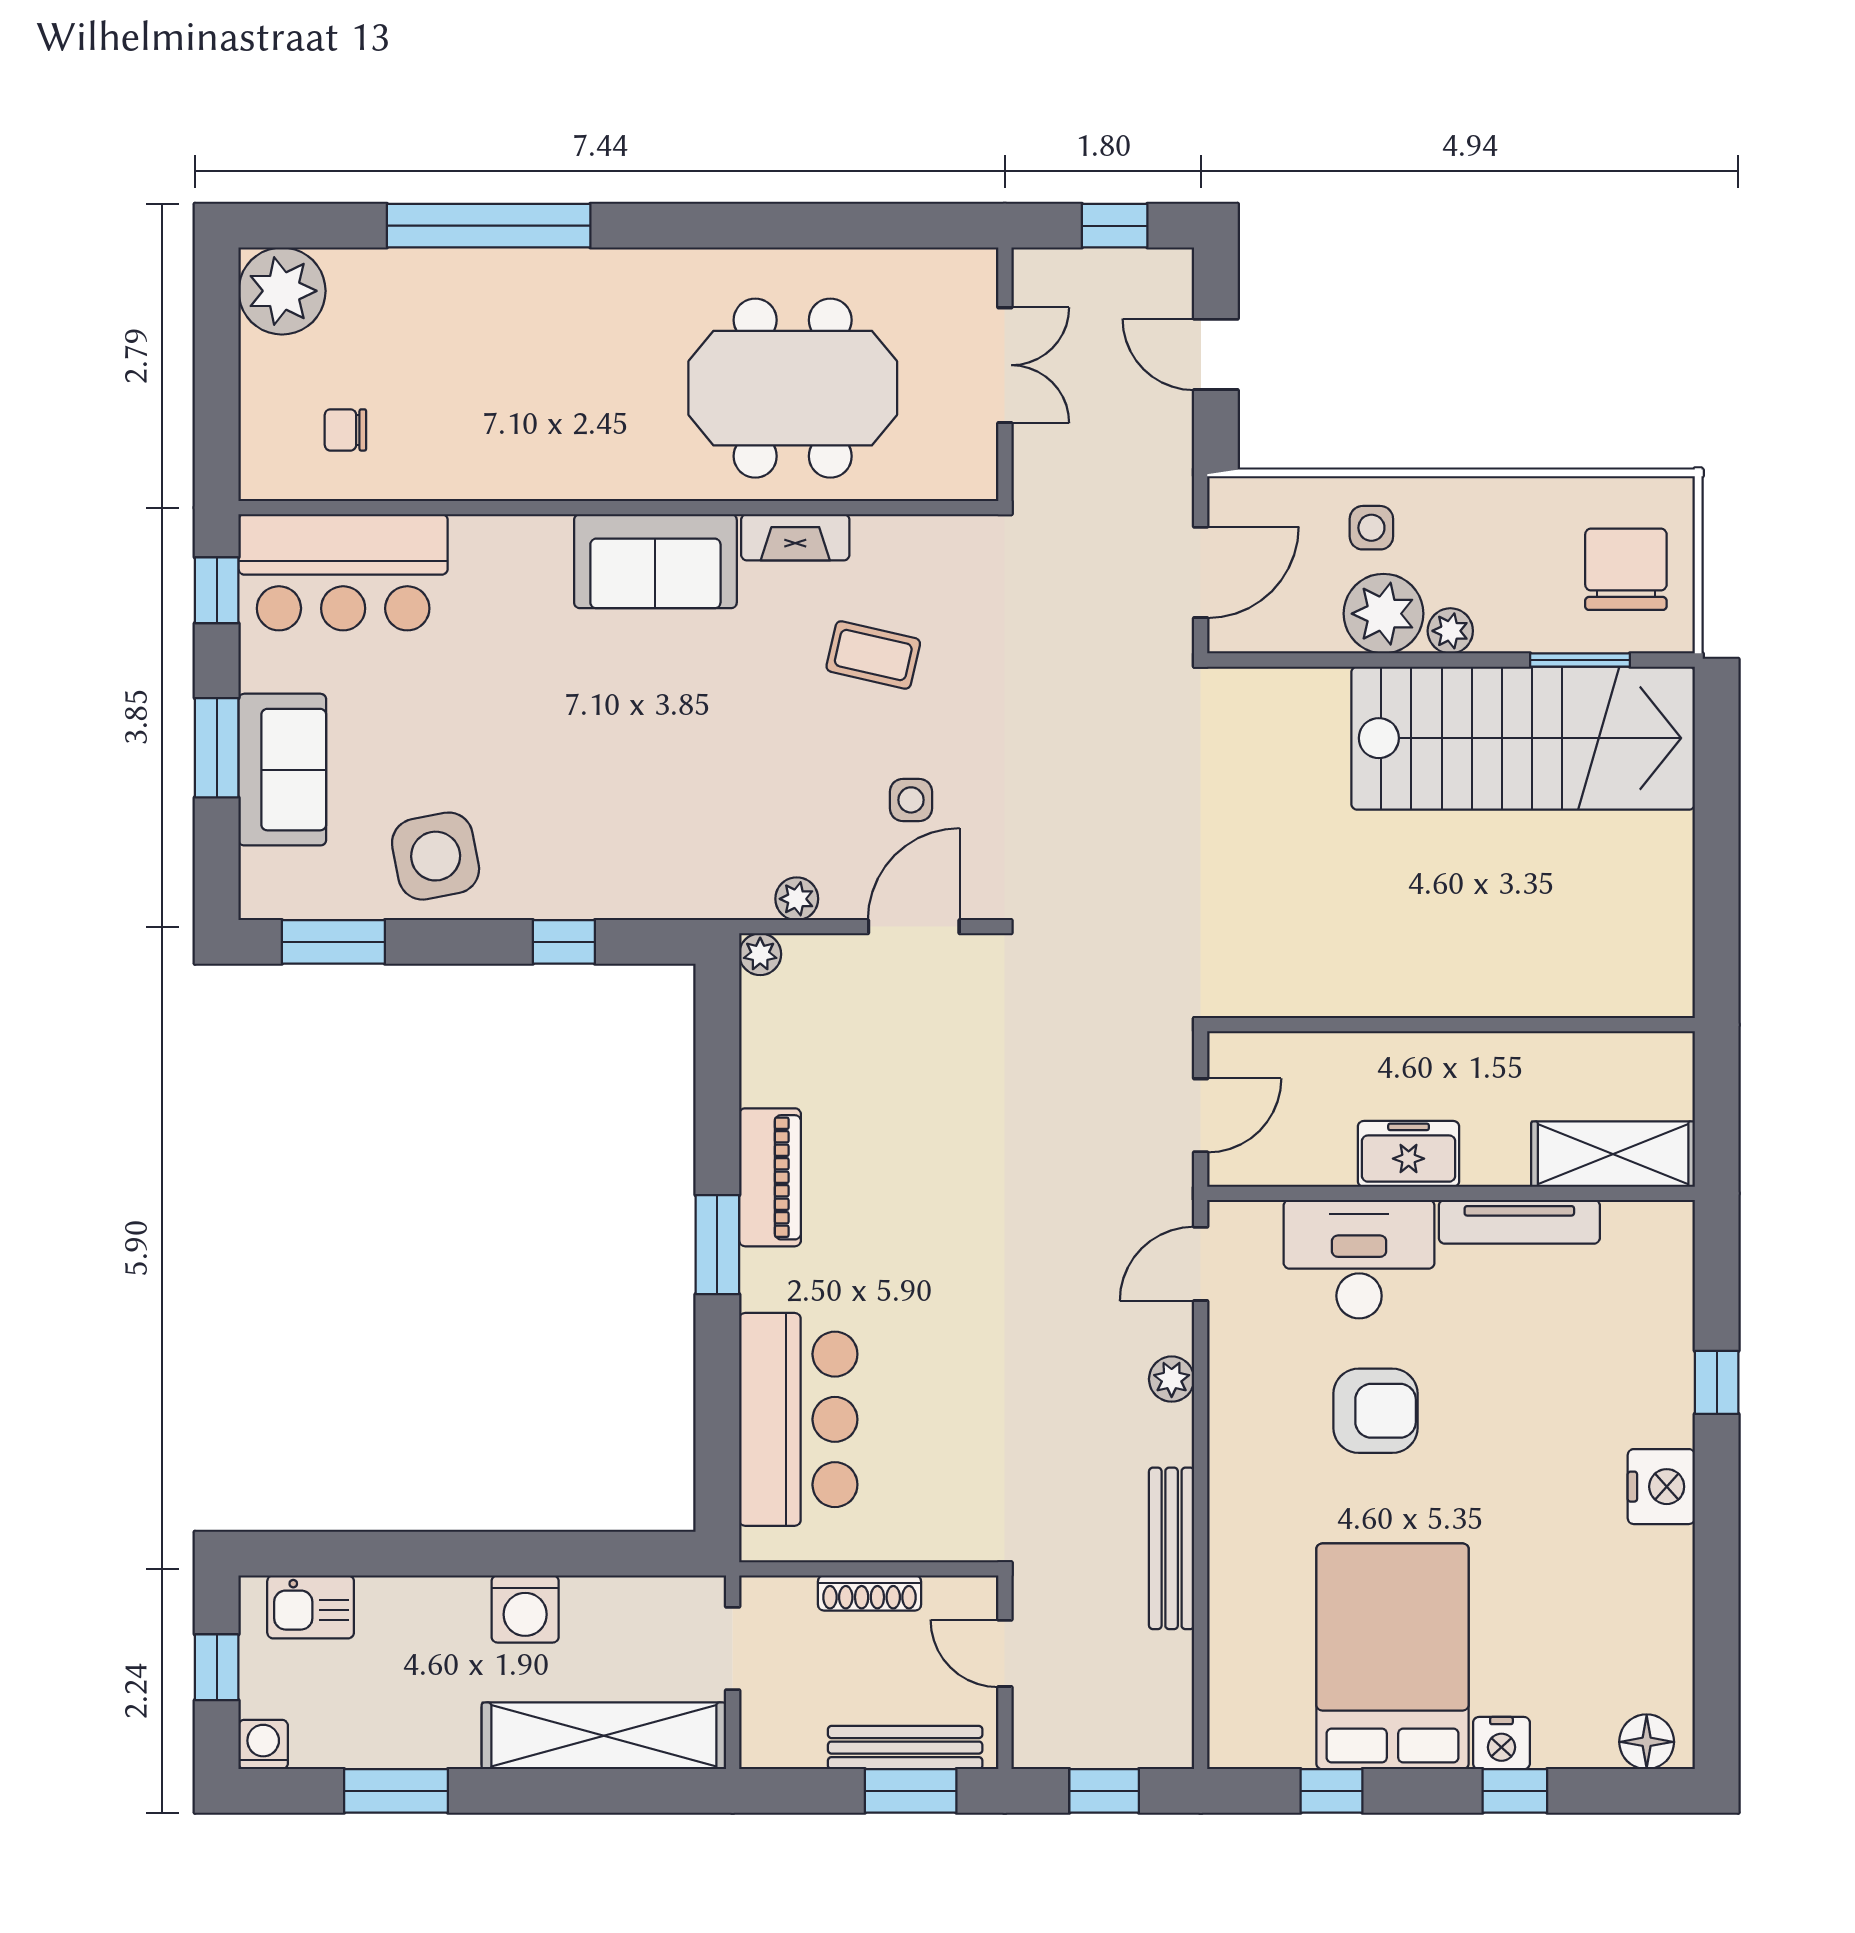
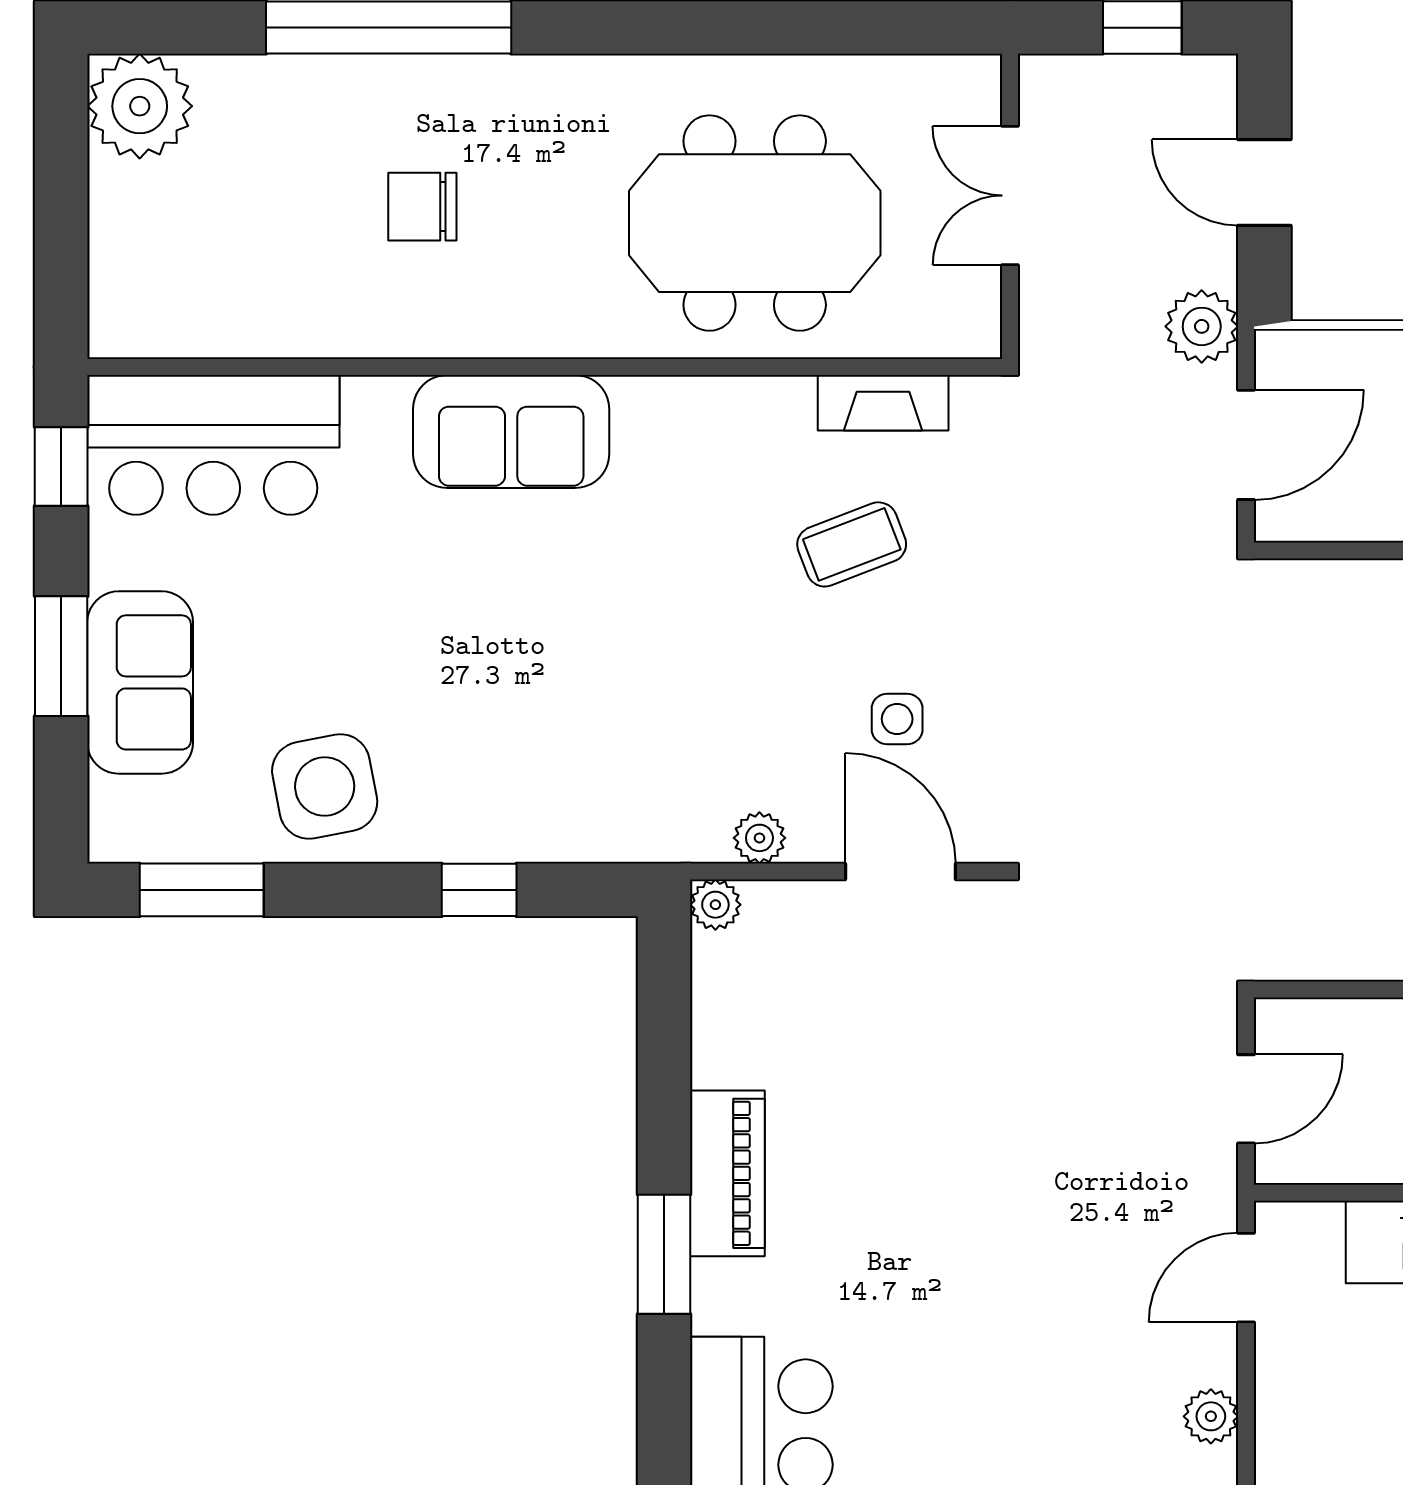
double door: (1005, 365) -> (1010, 196), swing flipped
chair: (345, 430) -> (422, 207), moved, width x1.37, depth x1.37
plant: (1164, 474) -> (1202, 326), added
fireplace: (795, 537) -> (883, 403), moved
sofa: (655, 561) -> (511, 431), moved
coffee table: (873, 655) -> (852, 544), turned -34
door: (914, 927) -> (900, 872), hinge flipped

